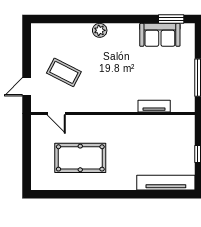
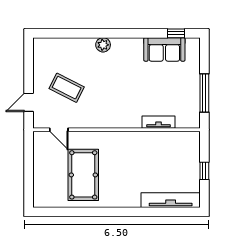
window: (171, 19) -> (176, 33), width x0.67
pool table: (80, 158) -> (83, 175), turned 90

